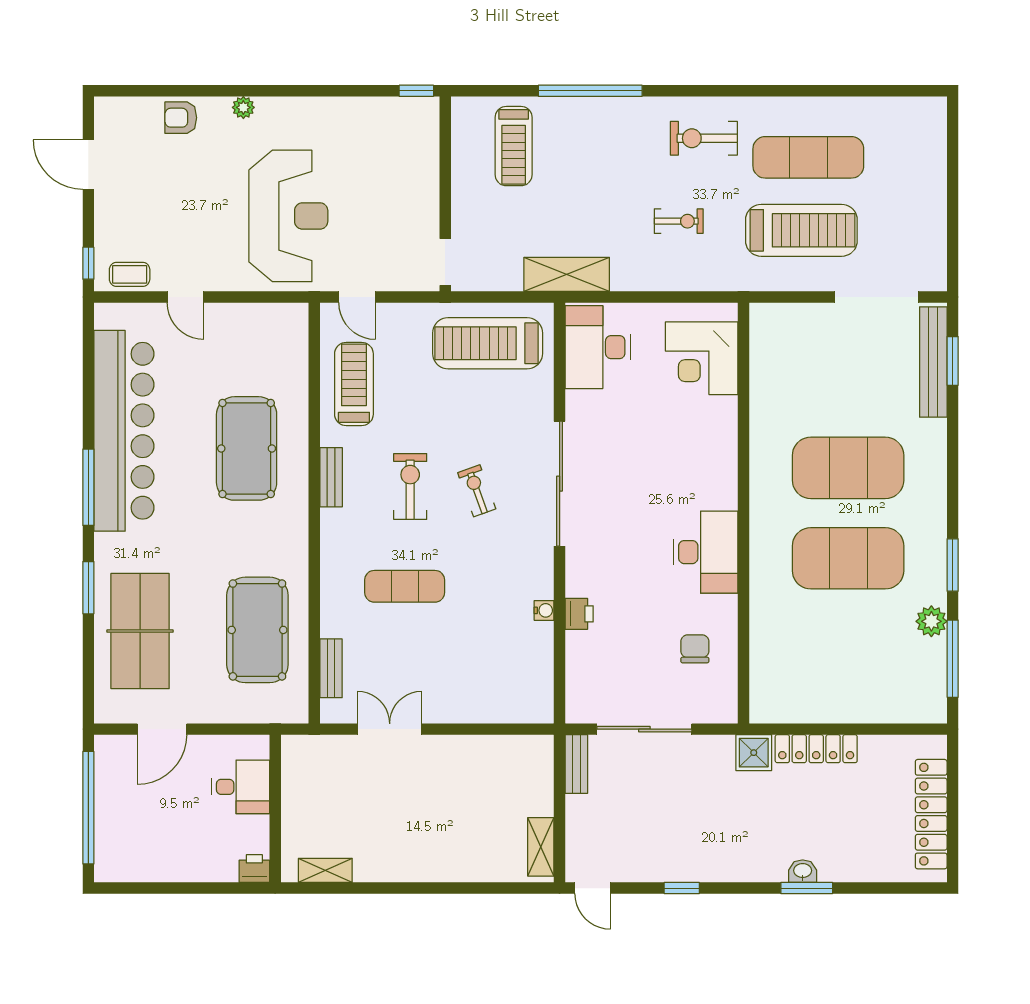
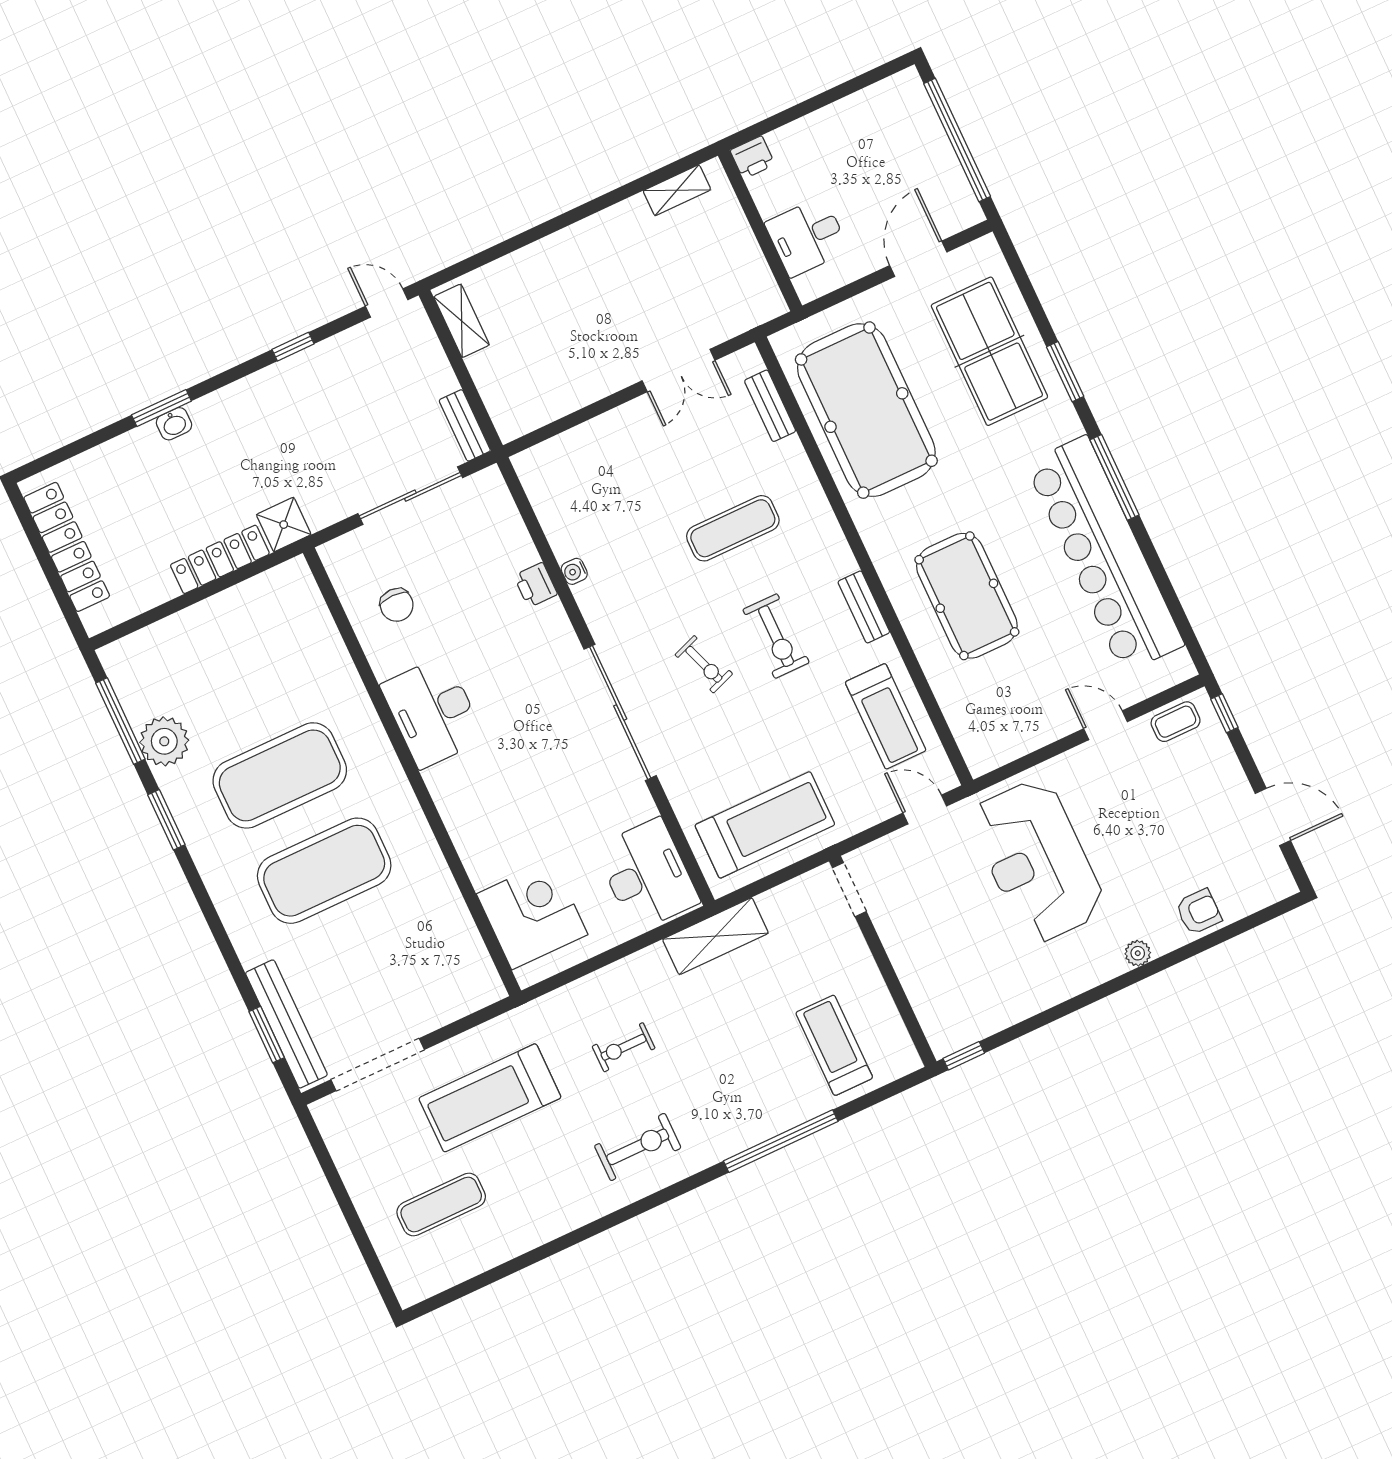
exercise mat: (808, 157) -> (441, 1205), moved, width x0.73, depth x0.69
plant: (931, 621) -> (164, 741), width x1.36, depth x1.36
pool table: (257, 630) -> (866, 410), width x1.36, depth x1.32

